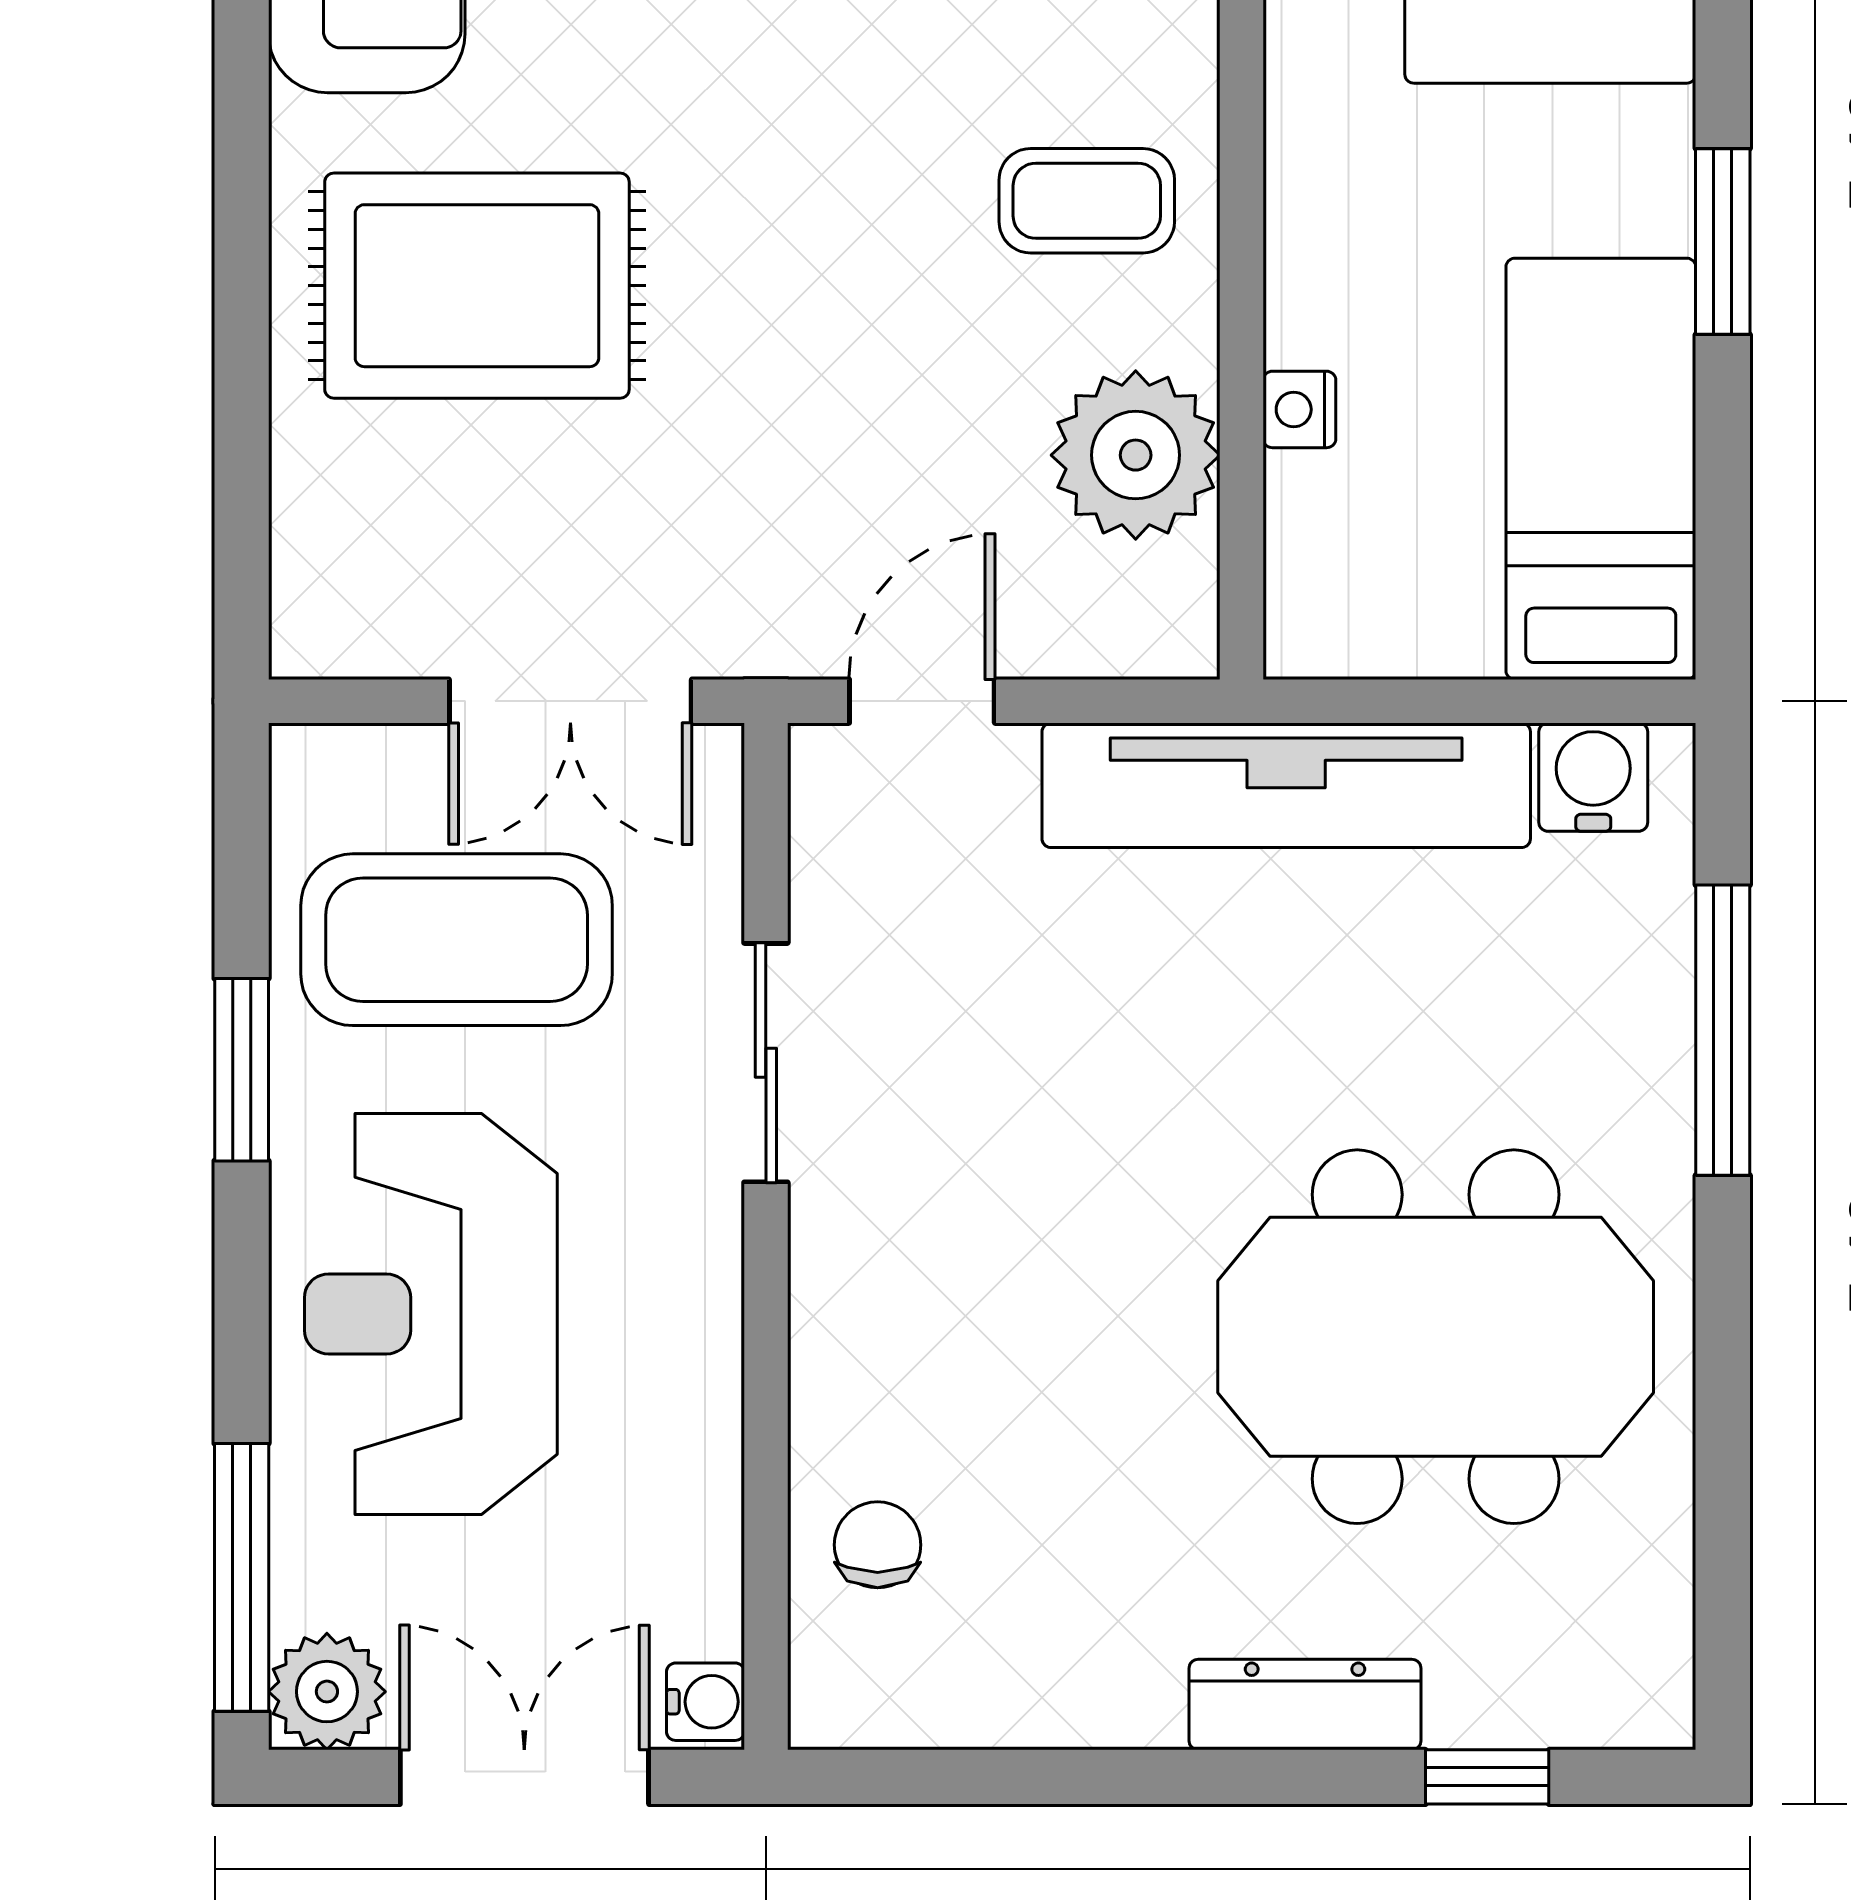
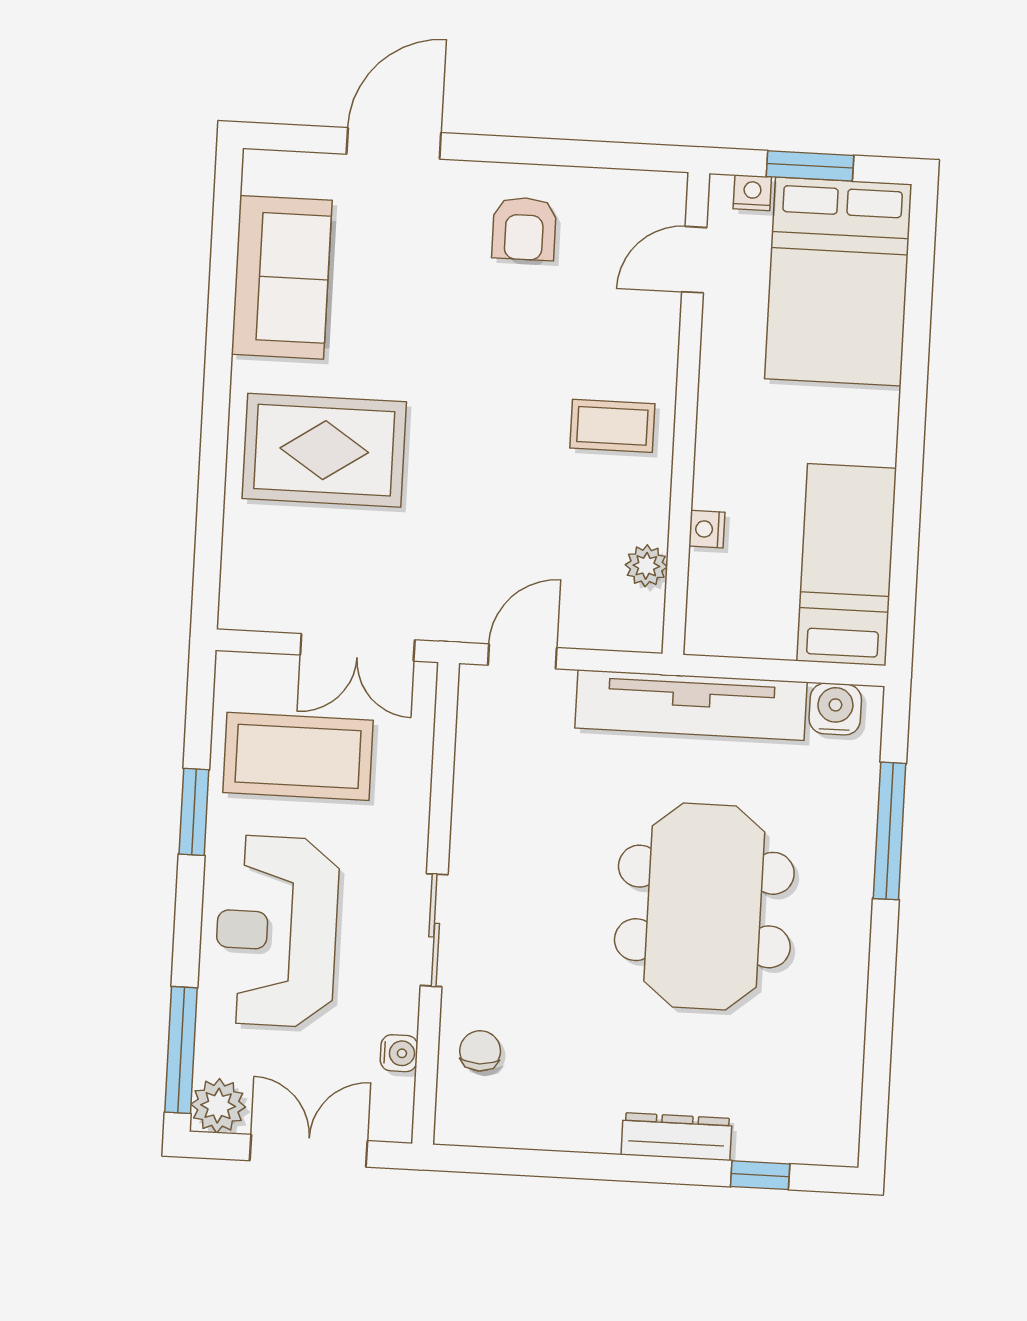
window: (1723, 241) -> (910, 461), removed
plant: (1136, 455) -> (646, 566), width x0.53, depth x0.53
sliding door: (766, 1063) -> (434, 930), moved
meeting table: (1436, 1337) -> (704, 906), moved, turned 90
water cooler: (705, 1702) -> (399, 1053), moved

